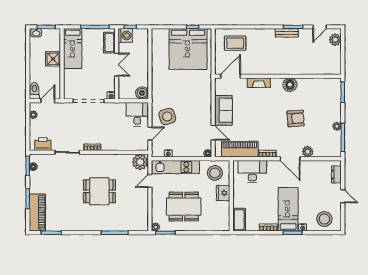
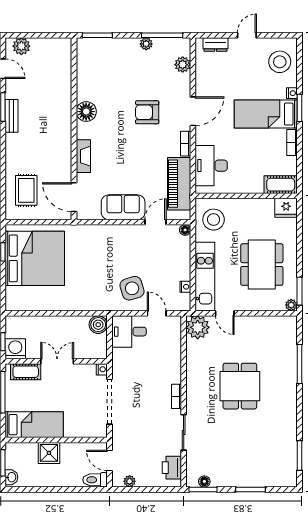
armchair: (296, 118) -> (147, 112), moved, turned -86
plant: (308, 152) -> (183, 65), moved
fridge: (223, 193) -> (286, 208), moved
piano: (37, 212) -> (270, 475), removed

